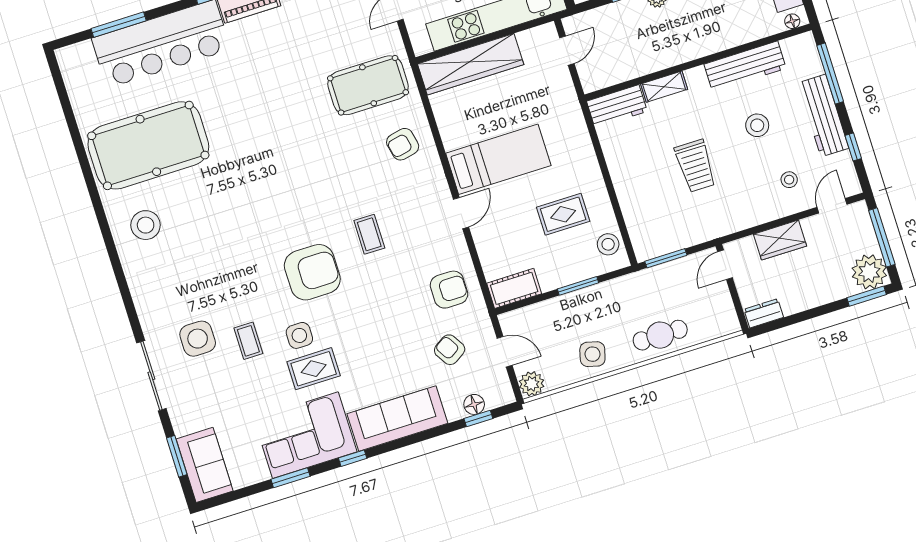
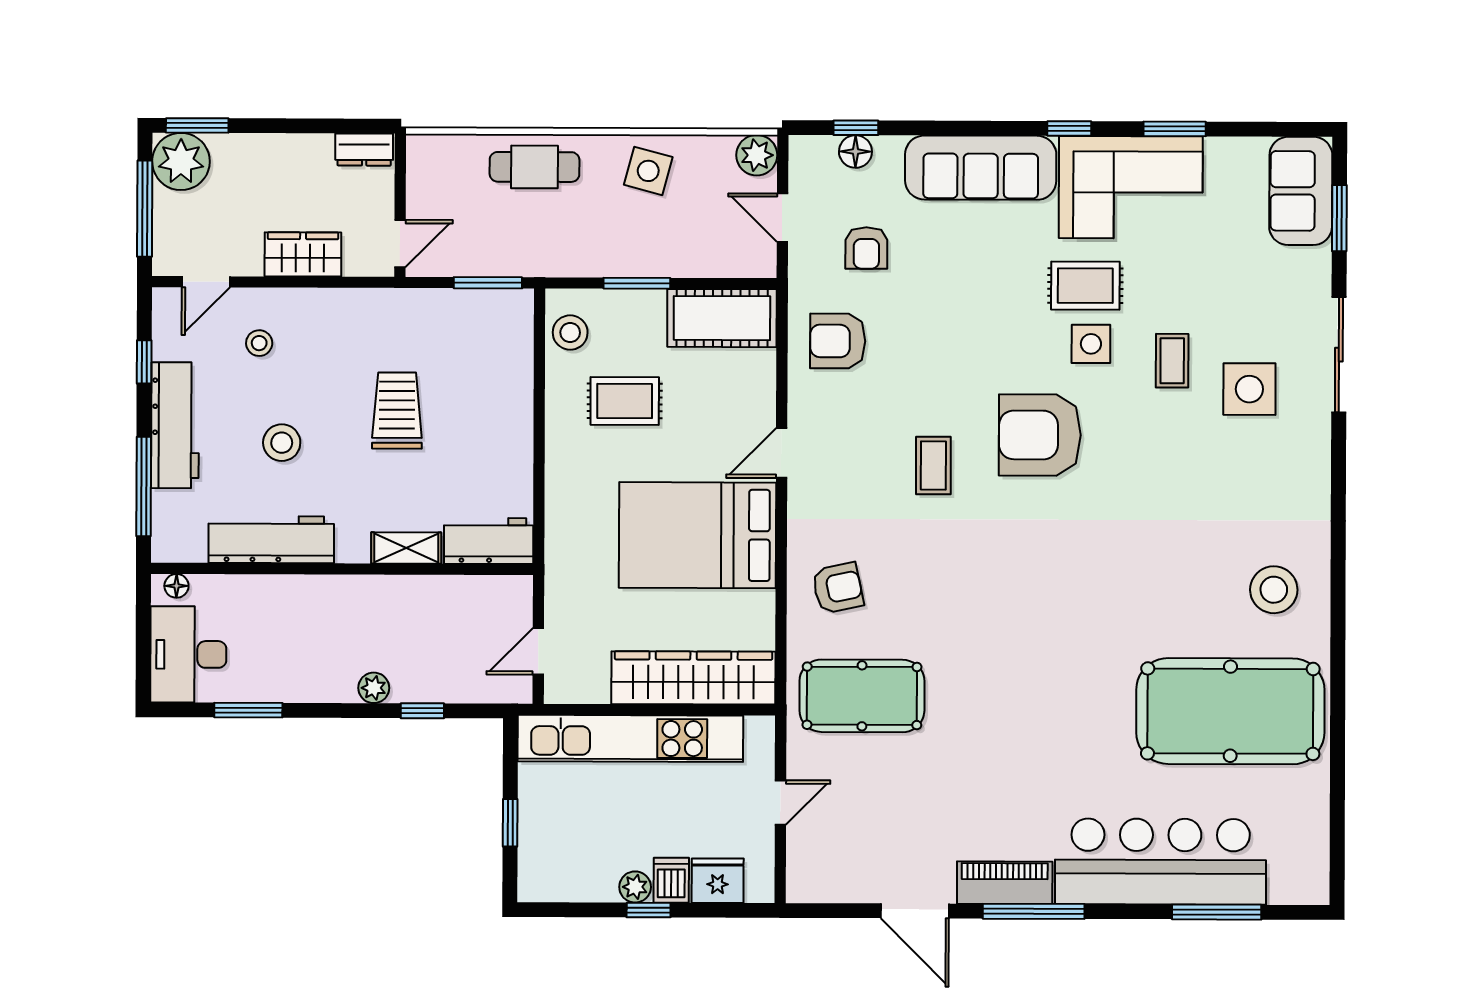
bed: (498, 159) -> (697, 535), width x1.50
cot: (514, 288) -> (722, 318), width x1.37, depth x1.34
armchair: (450, 350) -> (866, 248), turned 32

